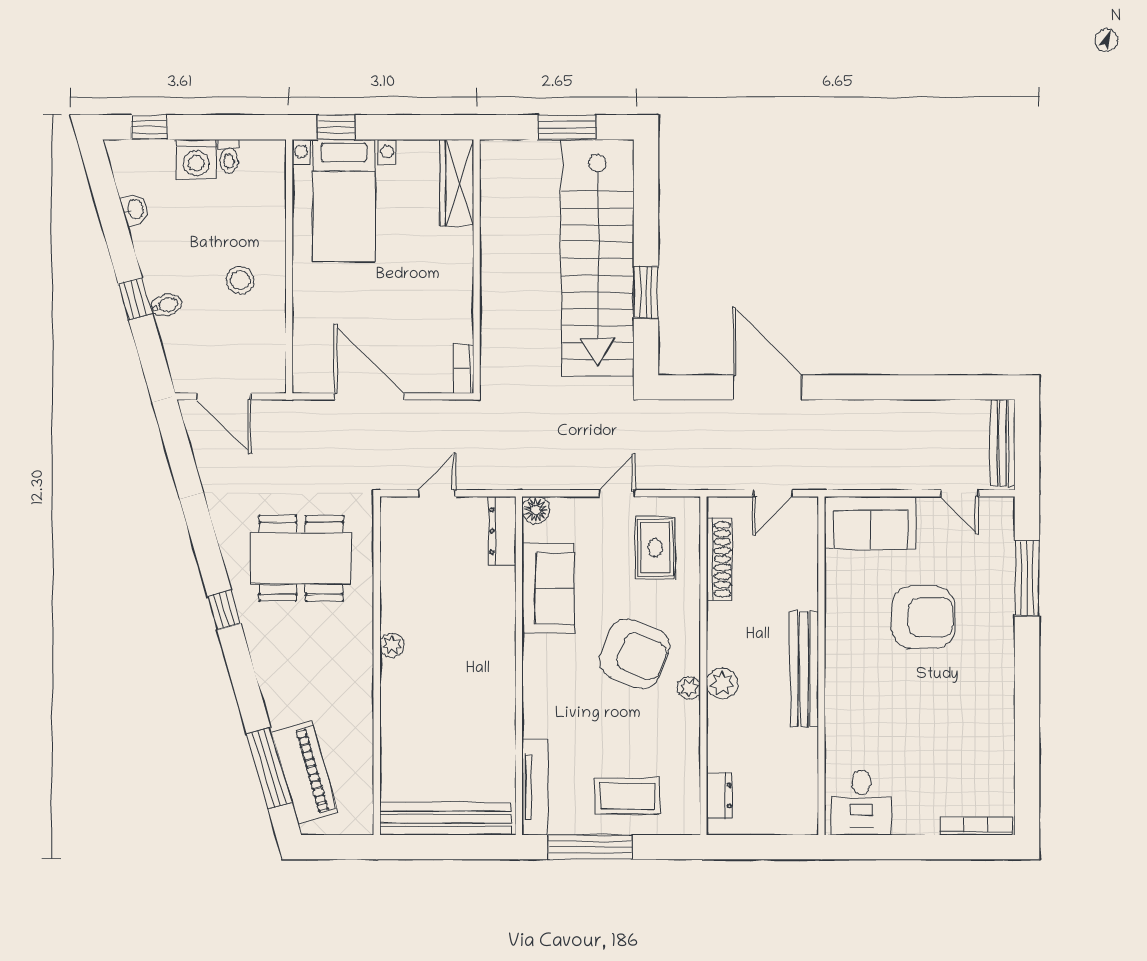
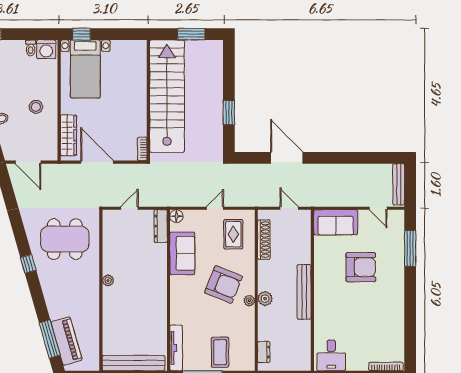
washing machine: (196, 159) -> (46, 49), moved
wardrobe: (457, 183) -> (68, 135), moved, turned 180
stairs: (598, 258) -> (167, 96), moved, turned 180
door: (773, 493) -> (289, 208), swing flipped
coffee table: (627, 796) -> (220, 352), turned 90

